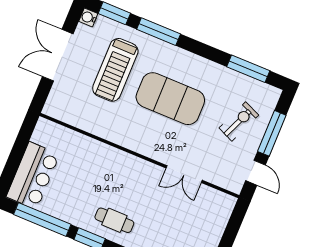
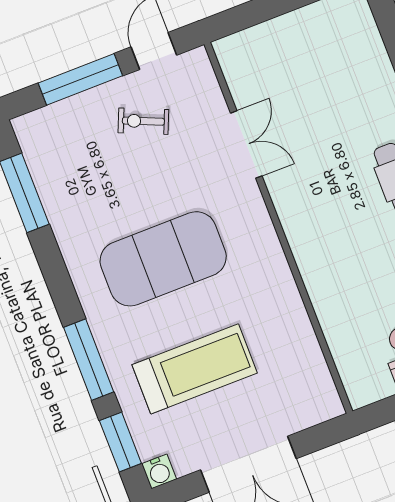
exercise mat: (170, 99) -> (163, 259), turned 90
exercise bike: (239, 121) -> (143, 121), moved, width x0.73, depth x0.72

